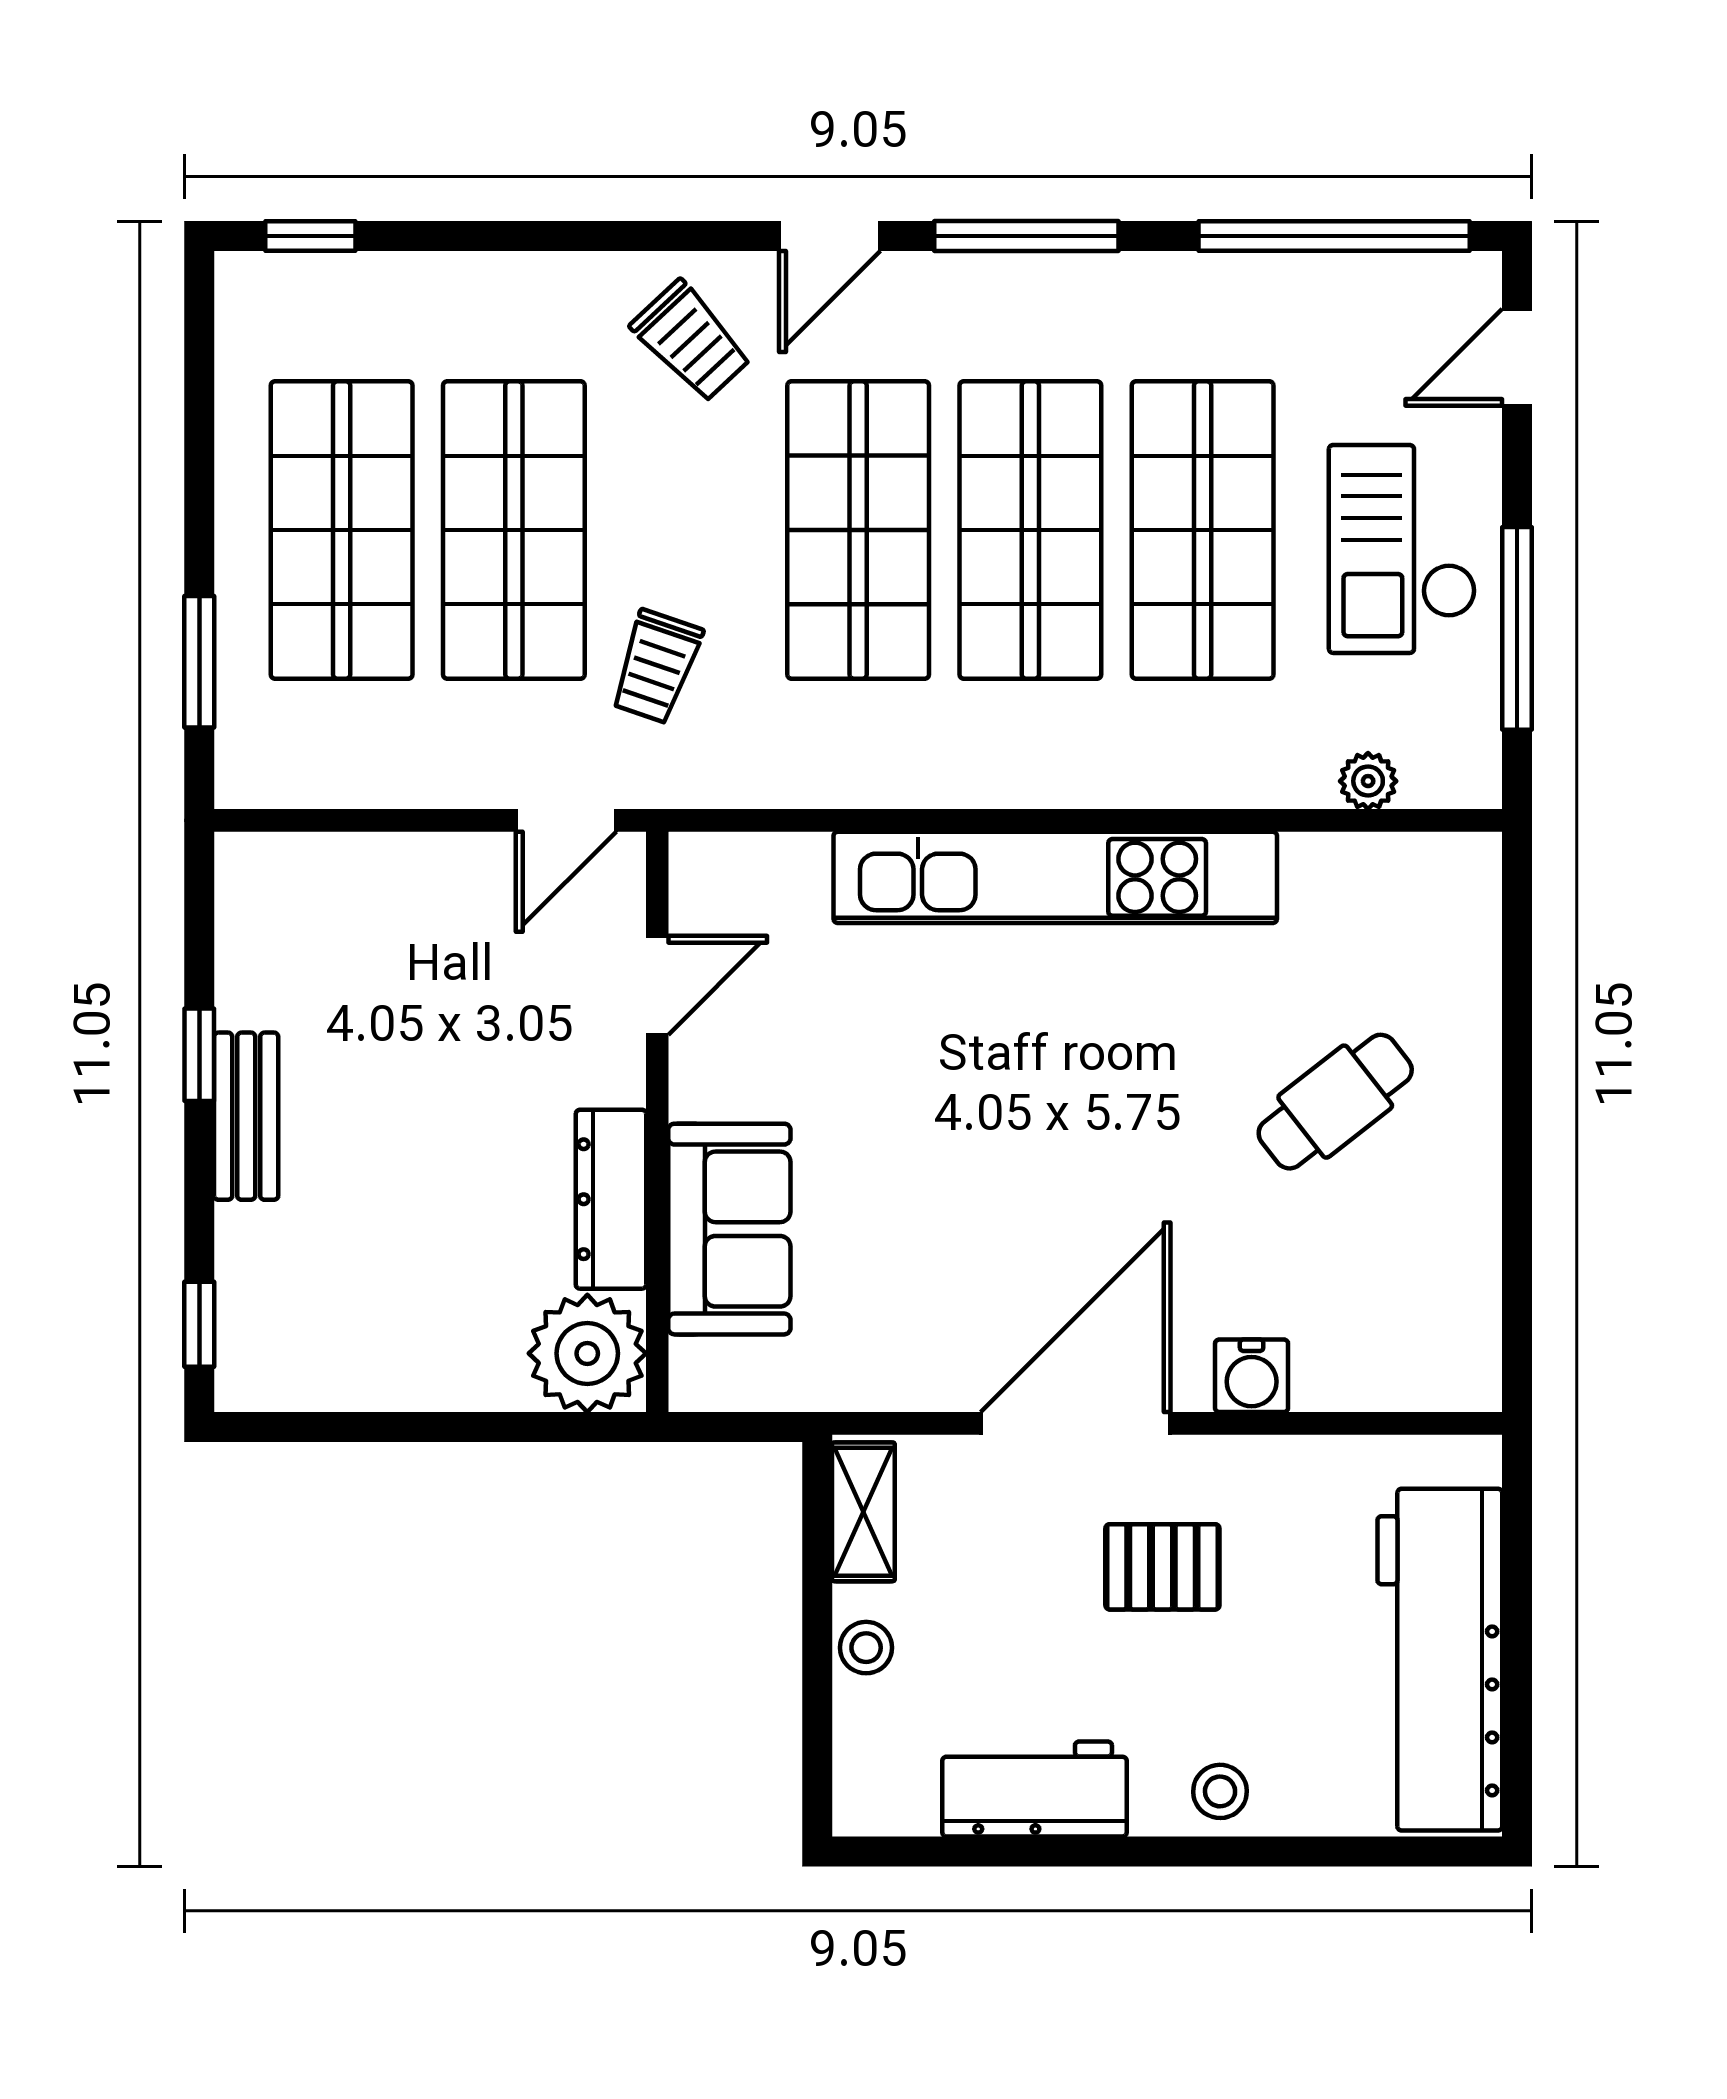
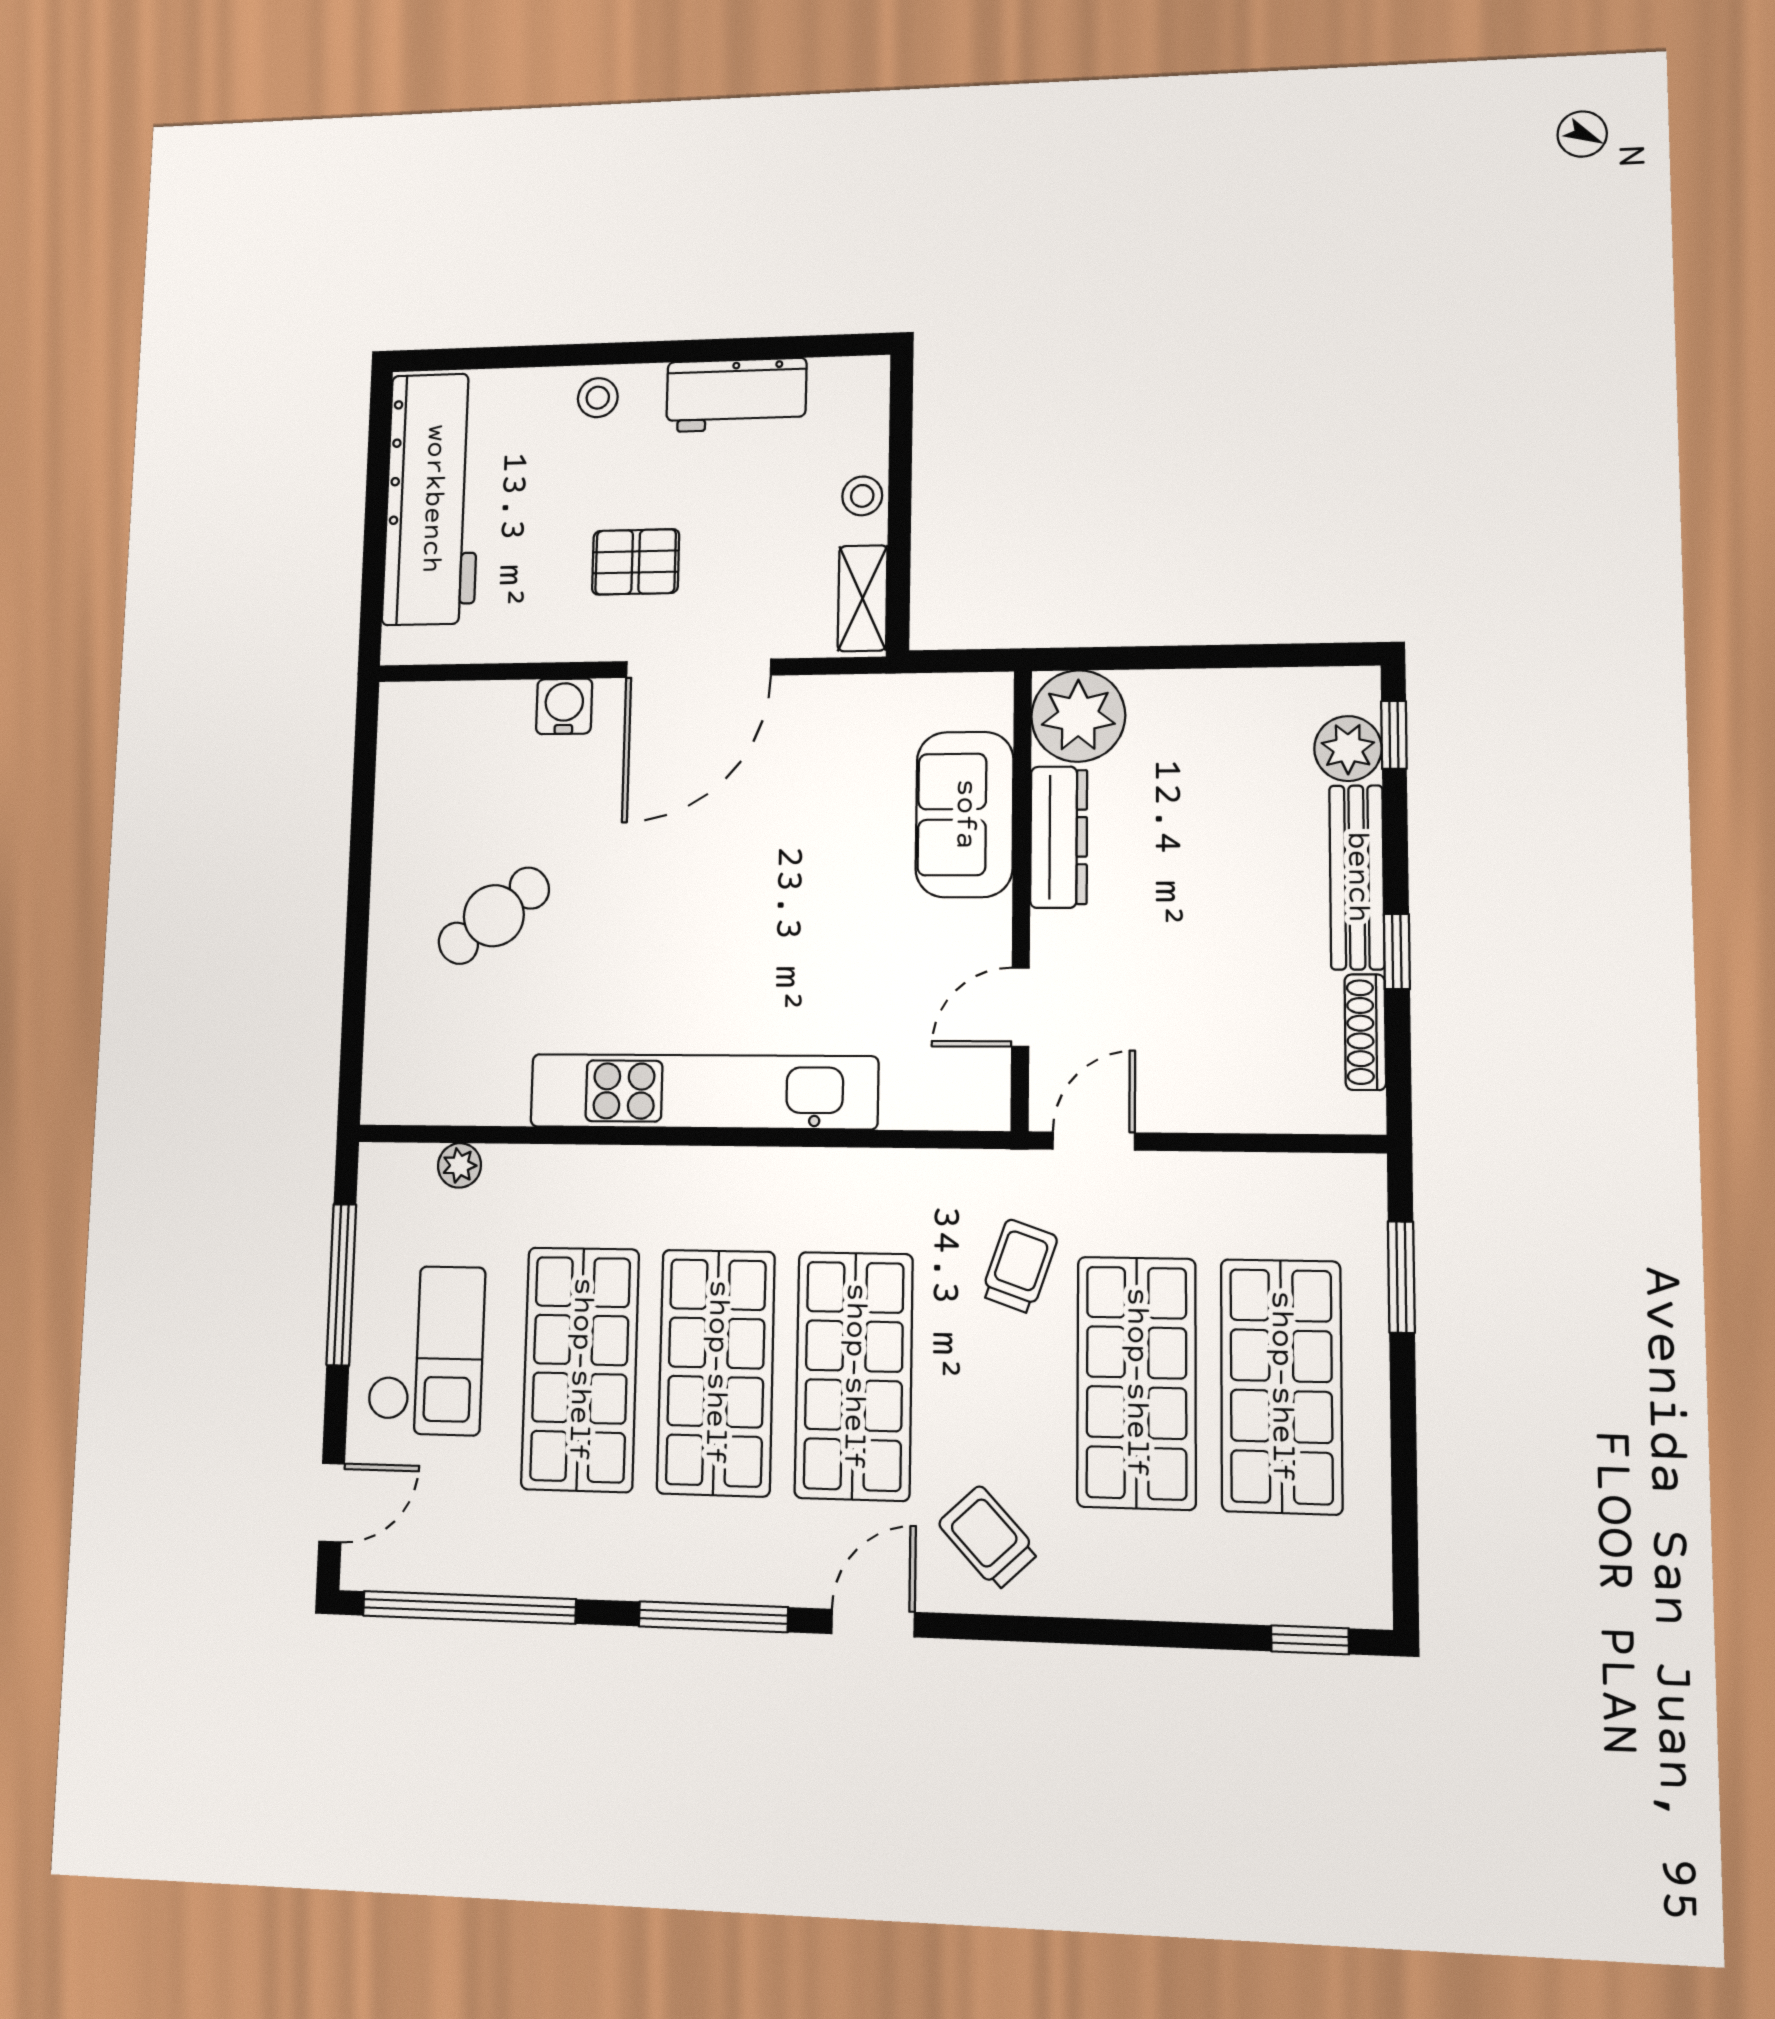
shoe rack: (238, 956) -> (1365, 1032), added
bench: (246, 1116) -> (1357, 877), width x1.36
plant: (255, 1308) -> (1348, 749), added

